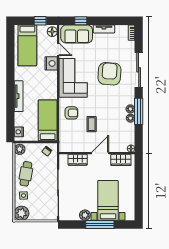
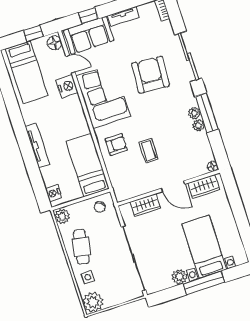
door: (100, 153) -> (173, 186), swing flipped

